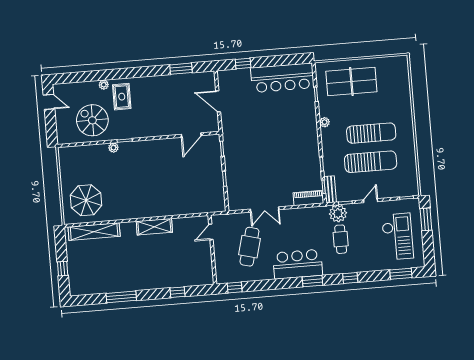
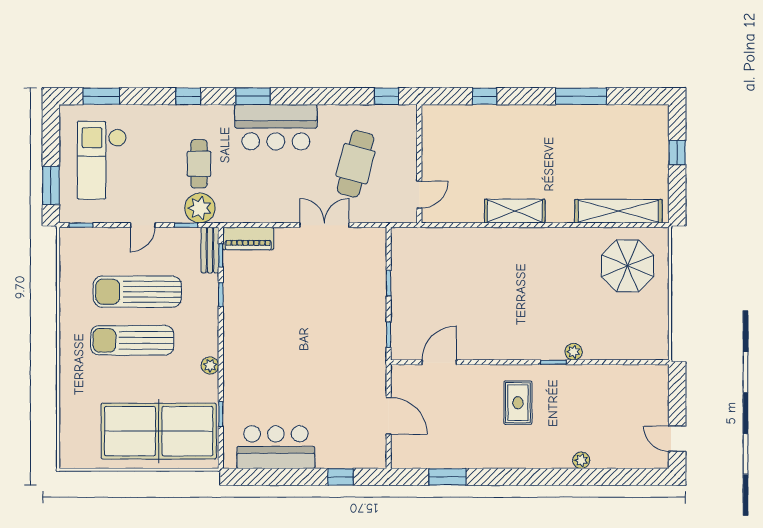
bar counter: (282, 78) -> (276, 447), width x0.73
table tennis table: (351, 81) -> (159, 431), width x1.36, depth x1.32
rug: (122, 97) -> (518, 403), moved
spiral stairs: (92, 120) -> (606, 401), removed

